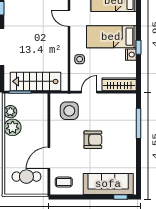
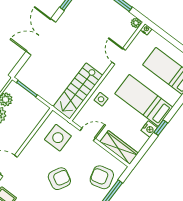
stairs: (35, 81) -> (78, 91), moved, turned -90
armchair: (123, 115) -> (102, 177), added
armchair: (93, 140) -> (59, 179), turned -61

